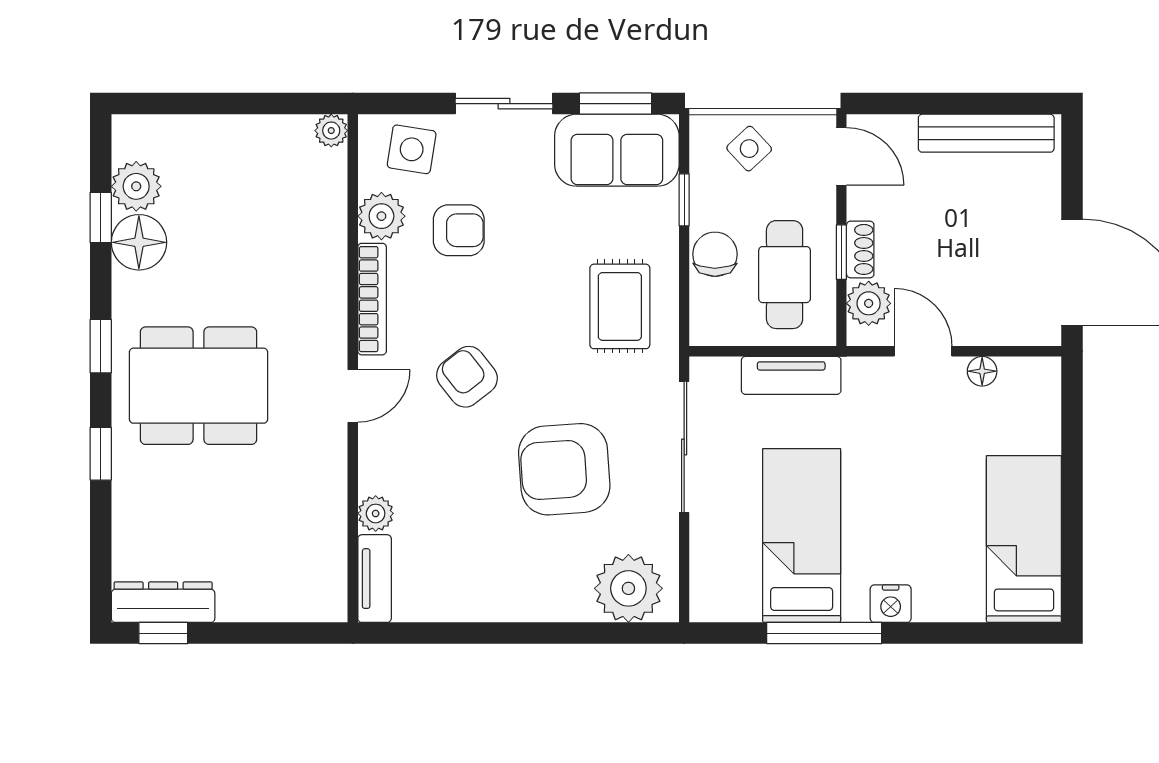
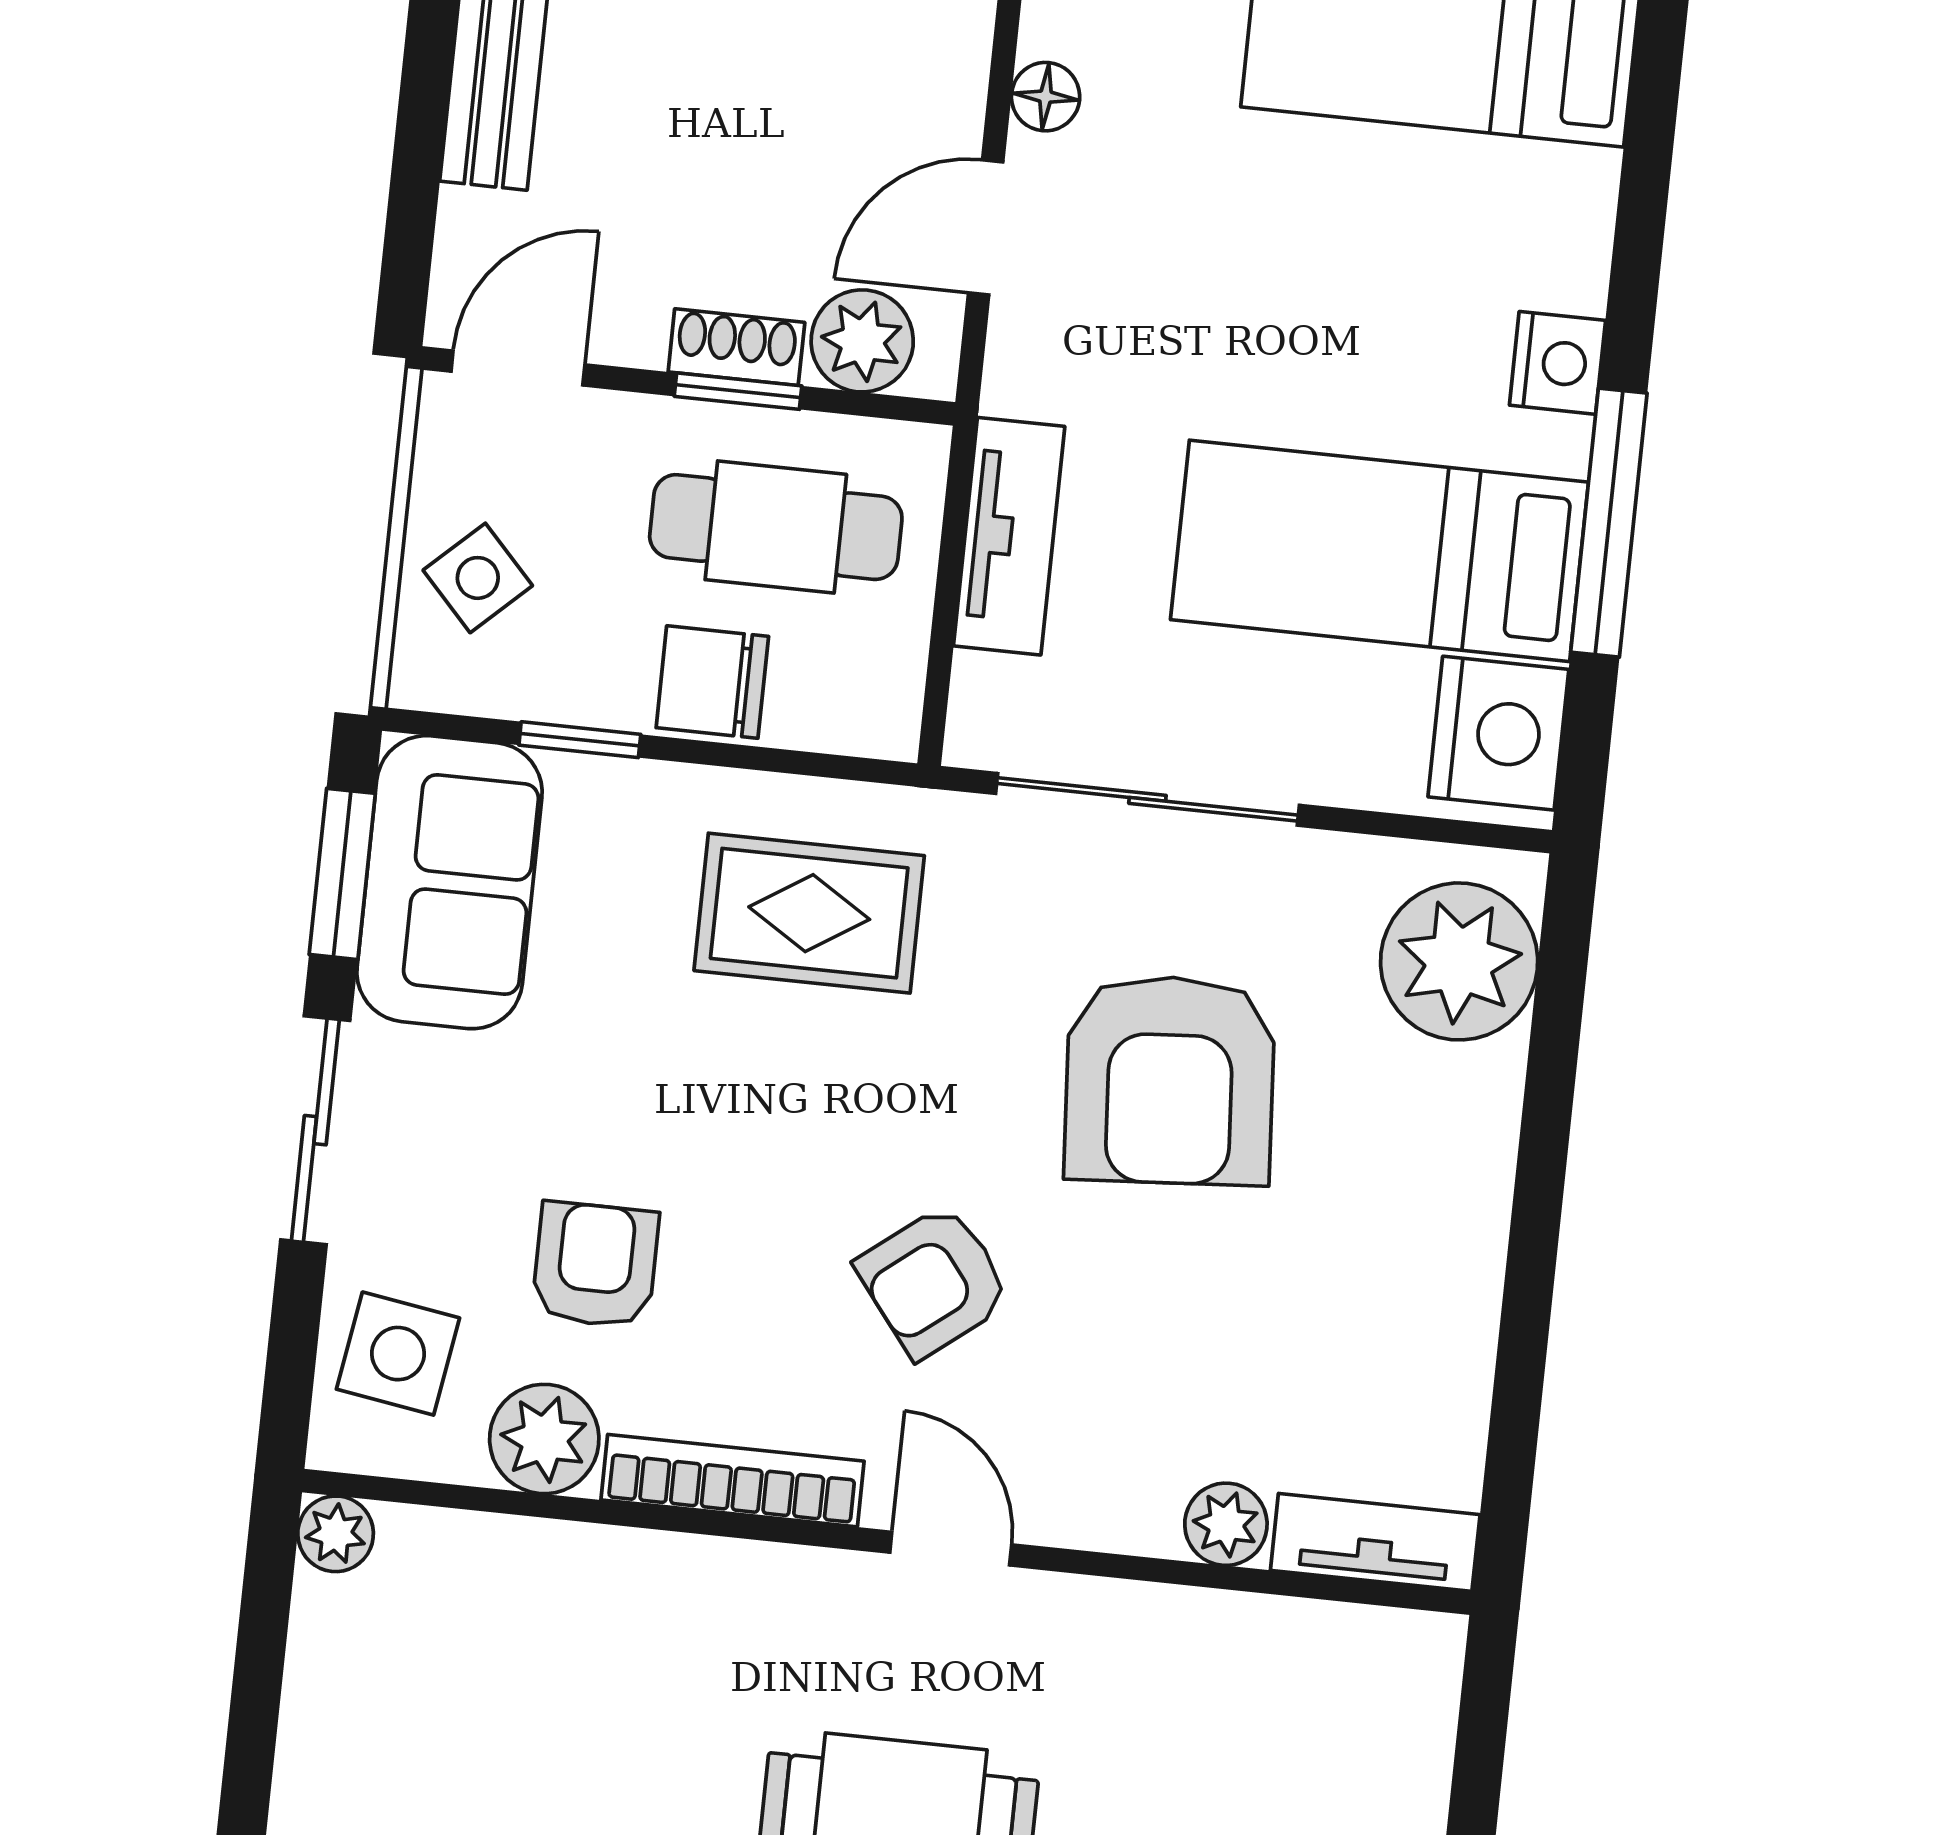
nightstand: (729, 595) -> (1498, 733), added

